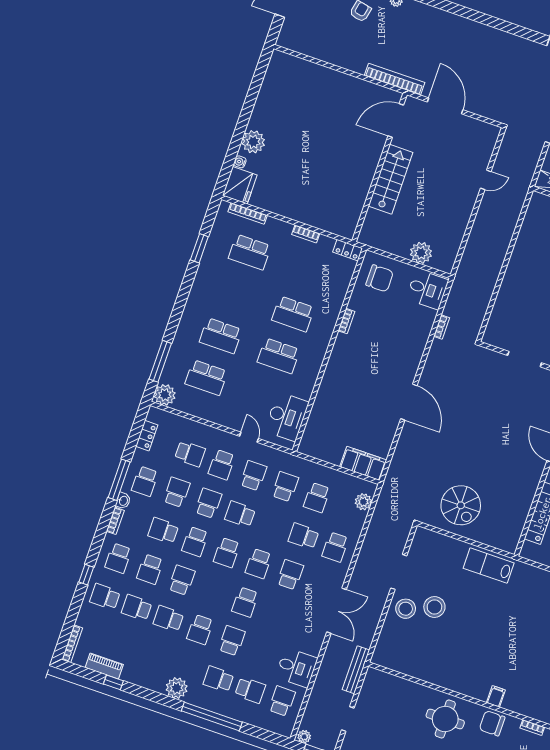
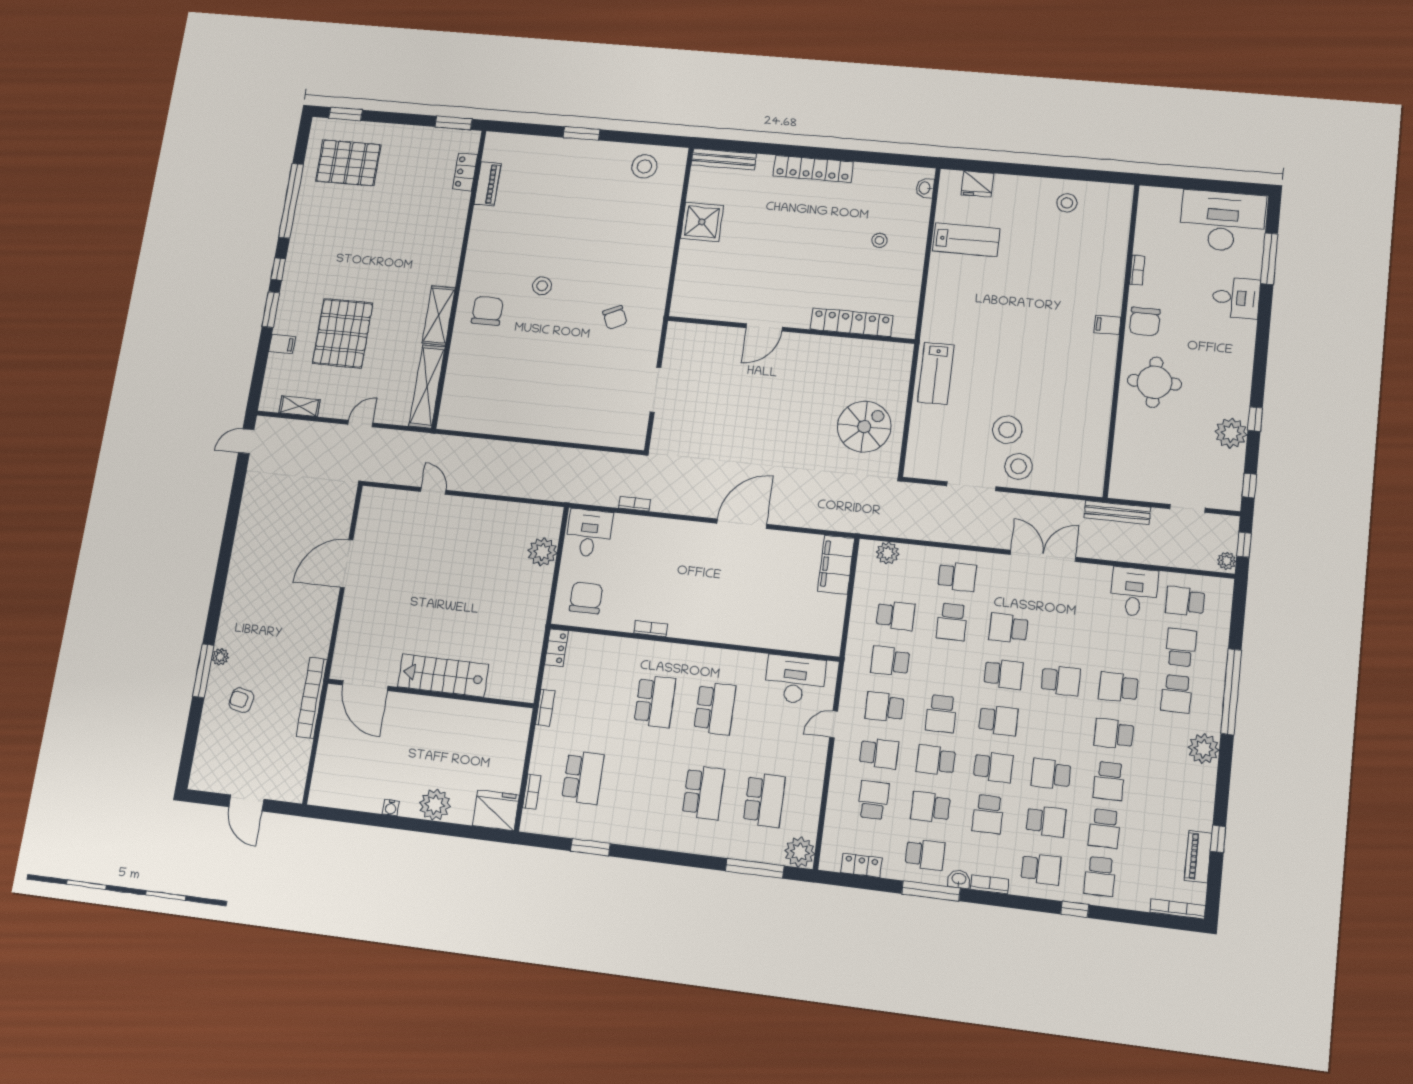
bookcase: (394, 79) -> (312, 698), moved
door: (396, 121) -> (365, 686), moved
water cooler: (240, 162) -> (391, 808), moved
wall: (380, 168) -> (430, 693), moved
stairs: (391, 179) -> (443, 676), moved
bookcase: (248, 213) -> (532, 792), width x0.64
school desk: (200, 630) -> (1114, 734), turned 180

